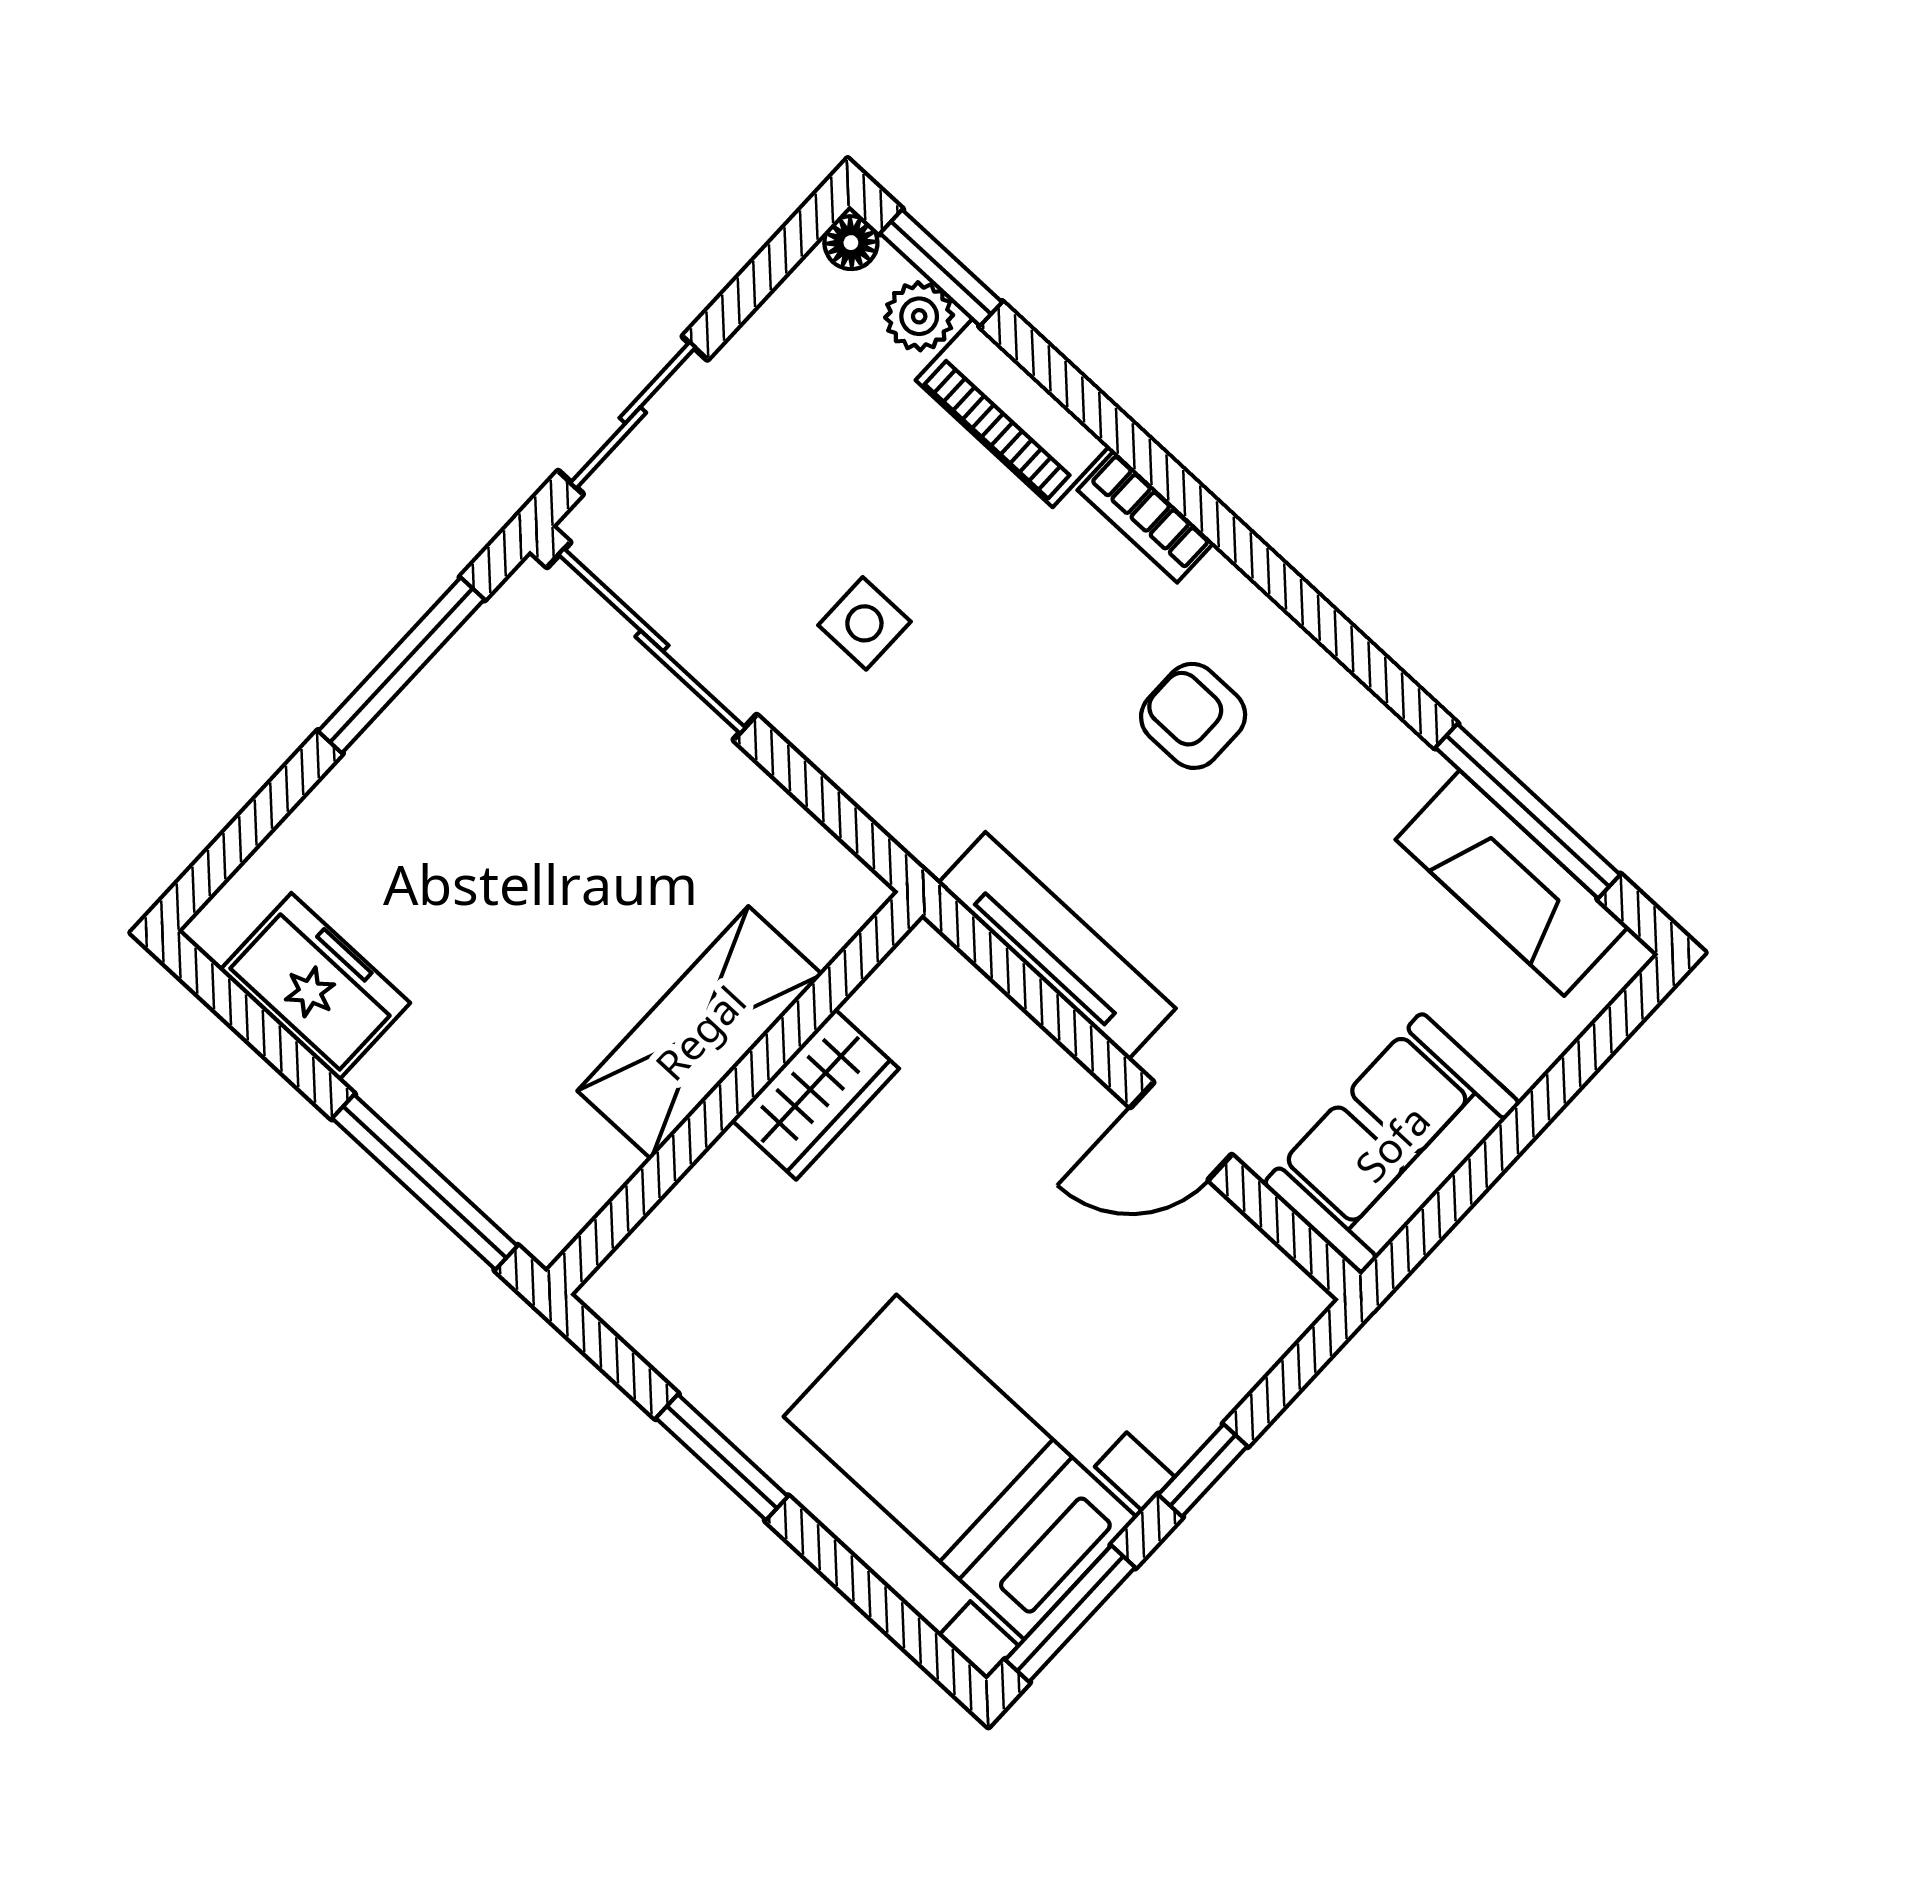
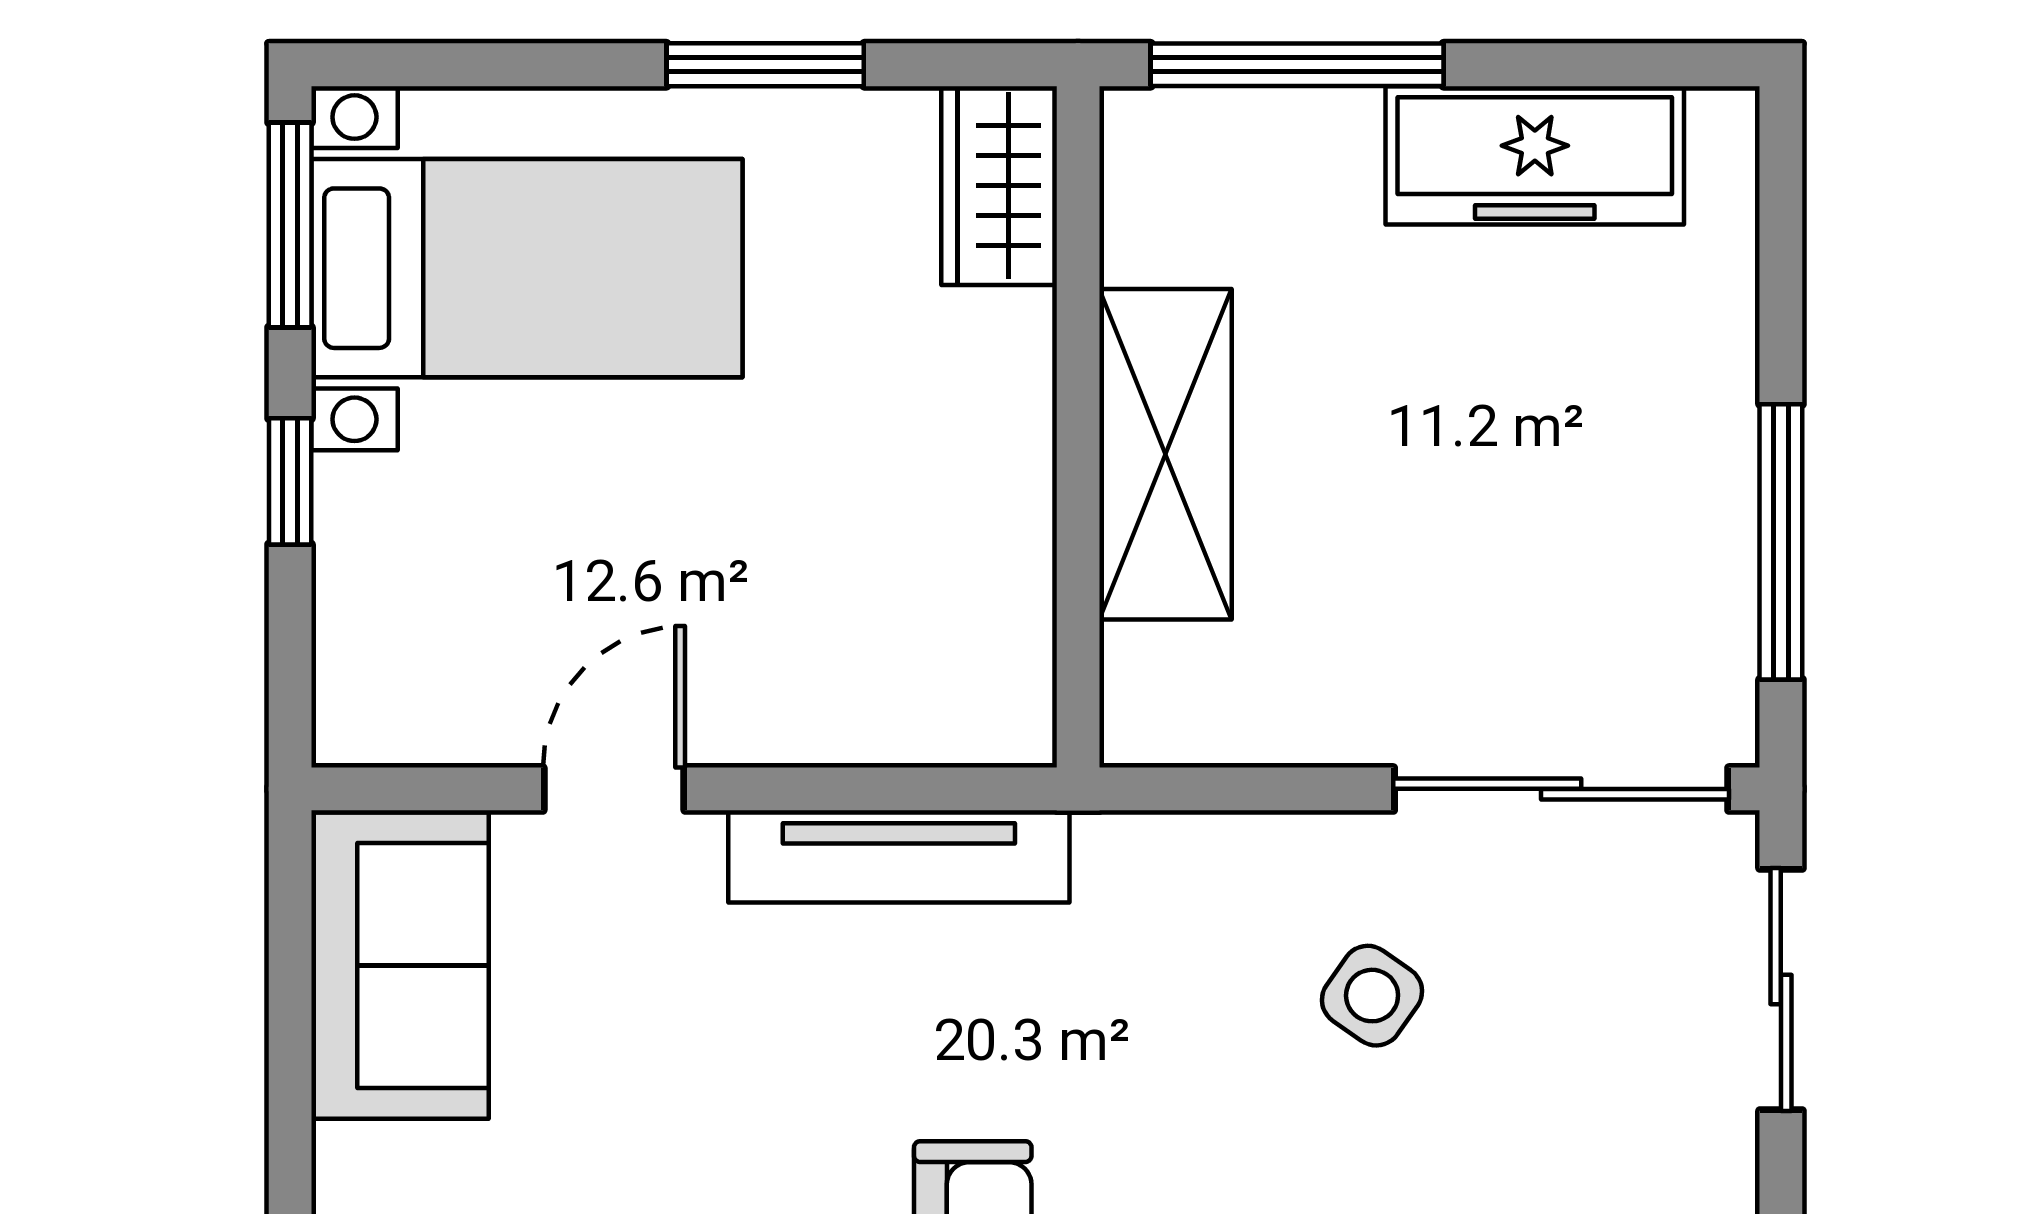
side table: (864, 623) -> (1372, 996), turned 35
freezer: (315, 987) -> (1535, 155), width x1.40
wardrobe: (815, 1094) -> (999, 186), moved

